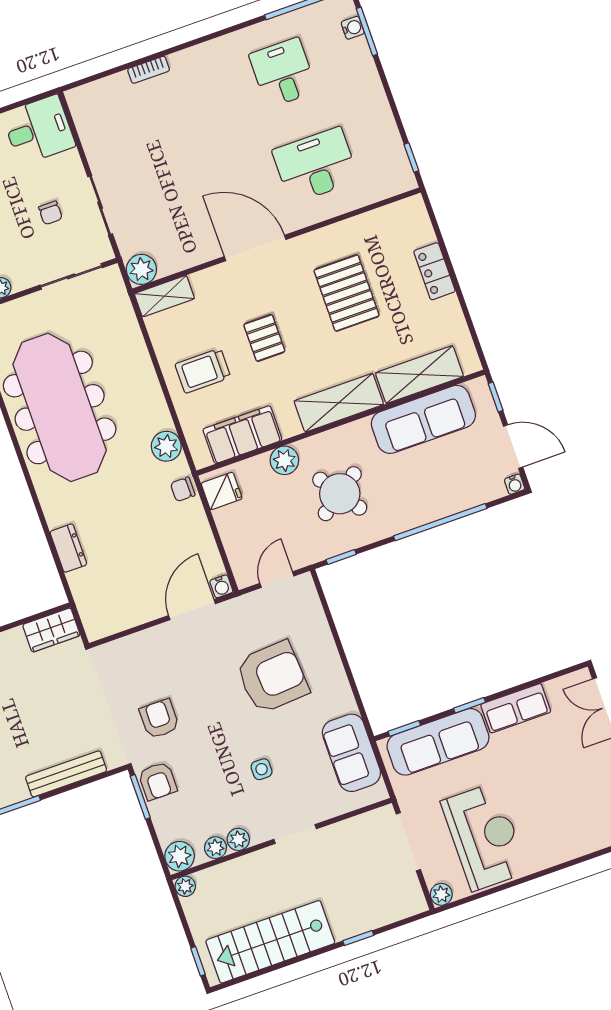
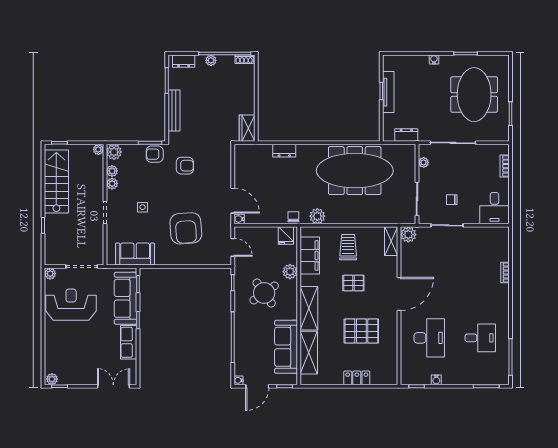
water cooler: (353, 28) -> (436, 380), moved
reception desk: (484, 837) -> (71, 305), turned 180

